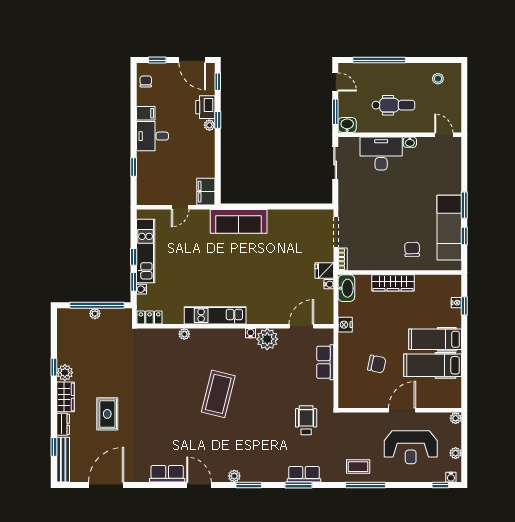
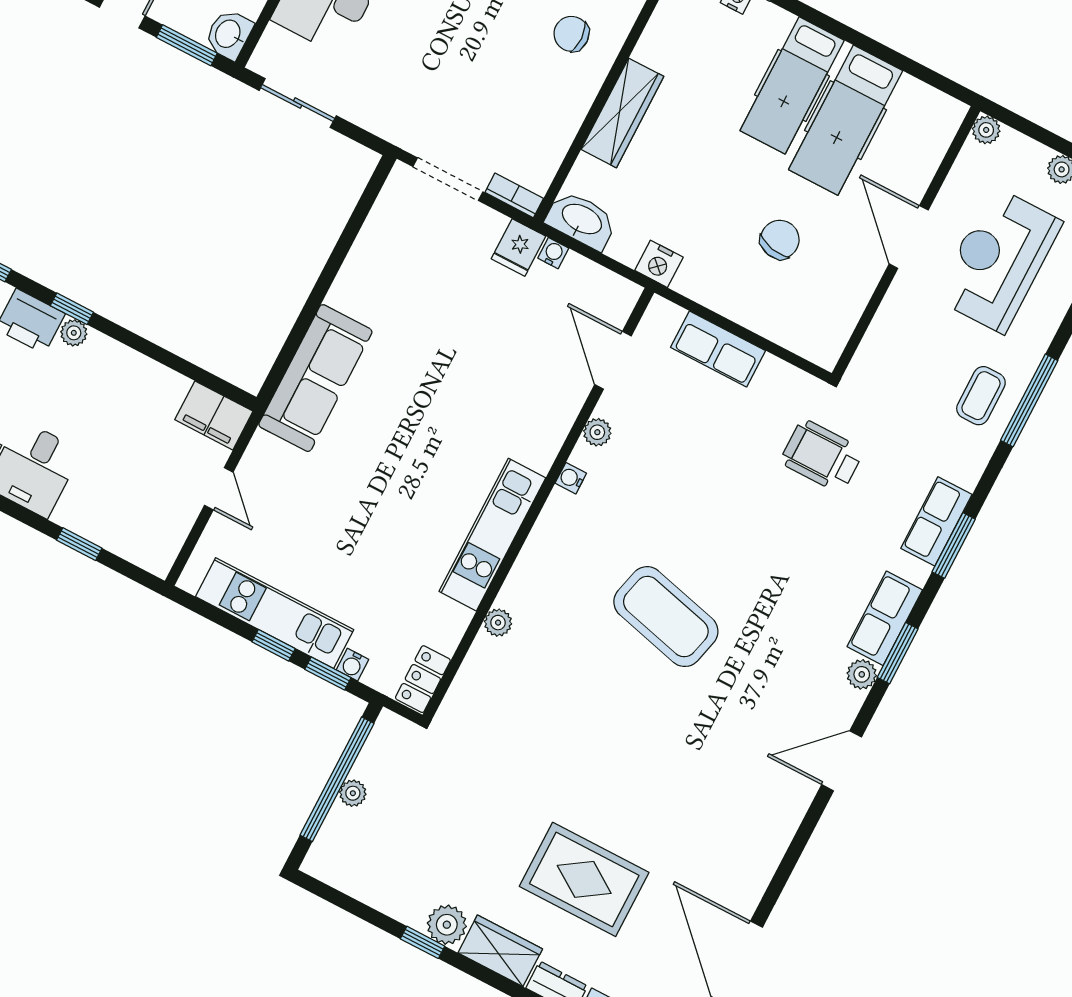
plant: (267, 339) -> (597, 432), width x0.53, depth x0.53
rug: (107, 414) -> (584, 879), width x1.36, depth x1.43
reception desk: (411, 447) -> (999, 260), turned 180
row of seats: (167, 474) -> (885, 618), moved

